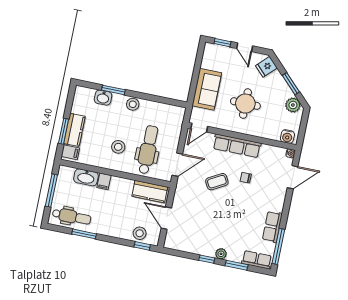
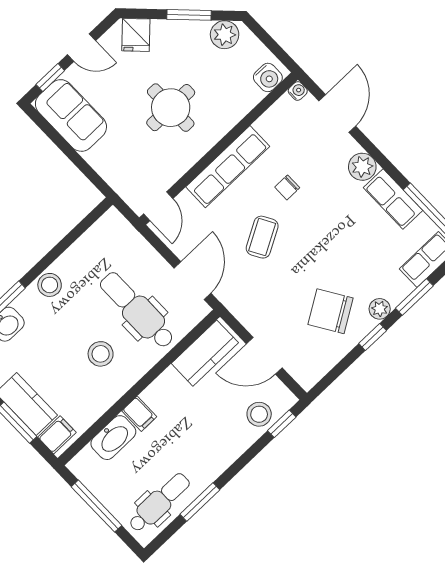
sofa: (207, 89) -> (71, 115), moved
plant: (277, 204) -> (362, 167), added
chair: (205, 233) -> (330, 311), added

